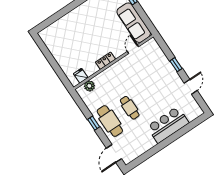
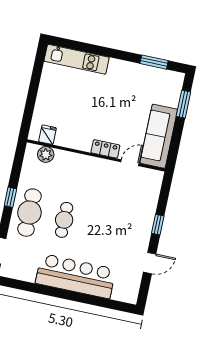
kitchen unit: (58, 26) -> (77, 59), added
locker: (106, 61) -> (105, 149), moved
bar counter: (168, 125) -> (76, 276), width x1.36

